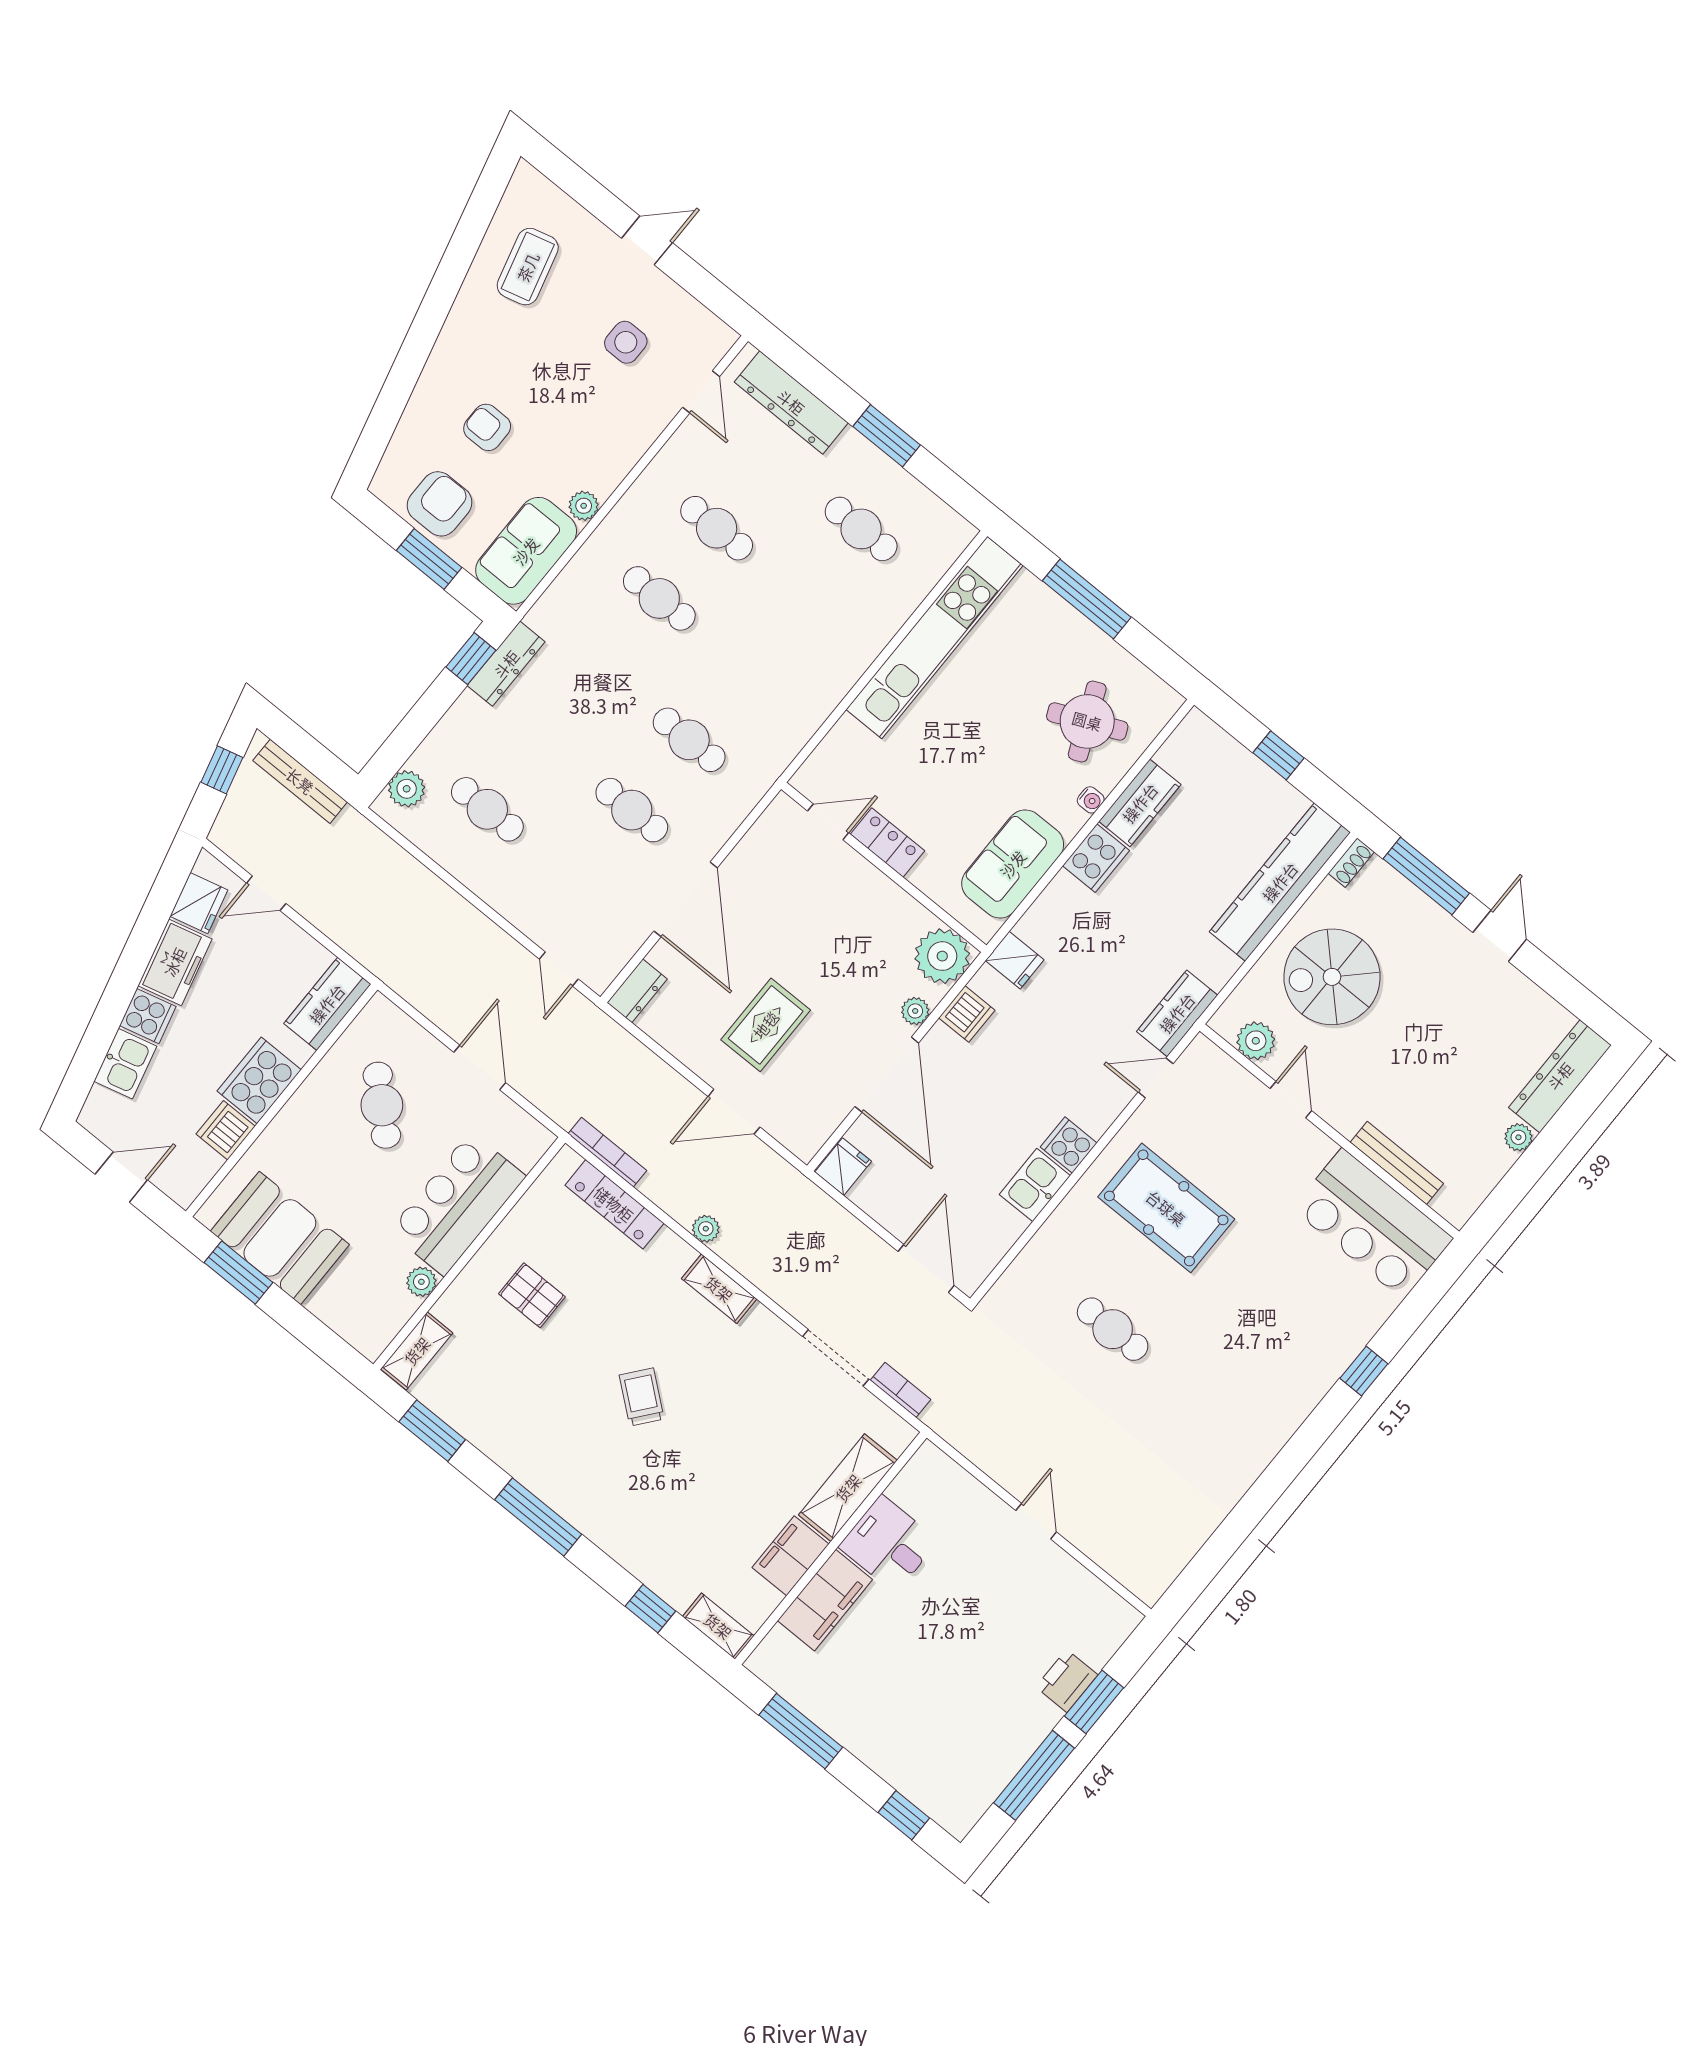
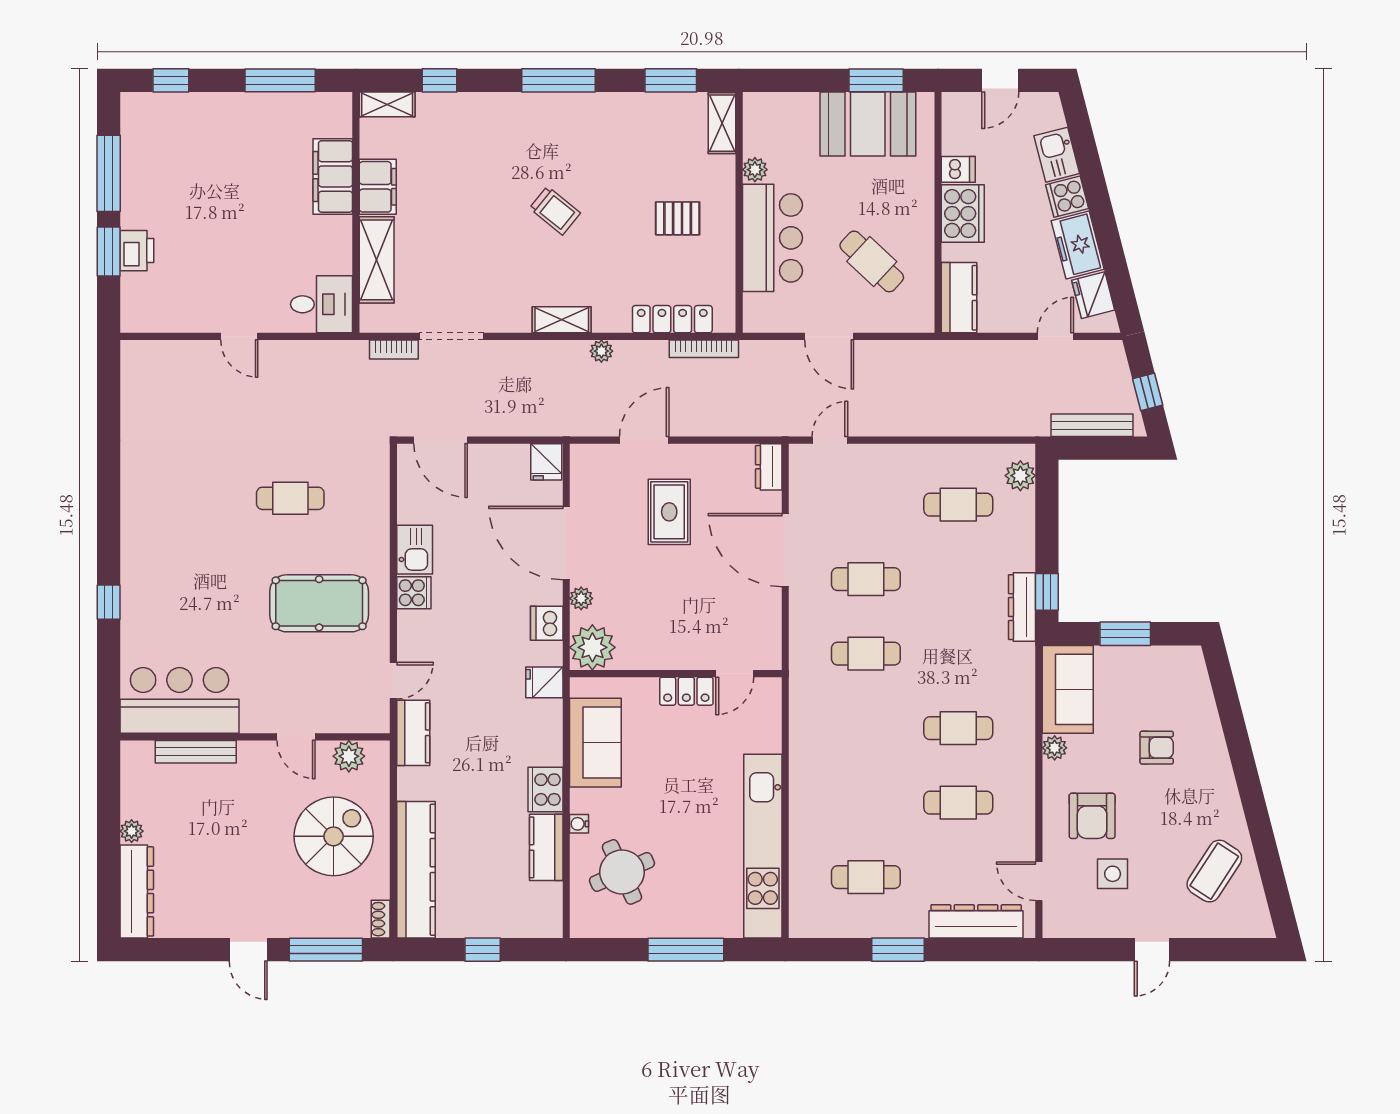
coffee table: (528, 267) -> (1214, 871), turned 48
armchair: (440, 504) -> (1092, 816), moved
door: (559, 969) -> (830, 440), hinge flipped
dishwasher: (226, 1130) -> (958, 169), width x0.73
desk: (888, 1544) -> (322, 304), moved

